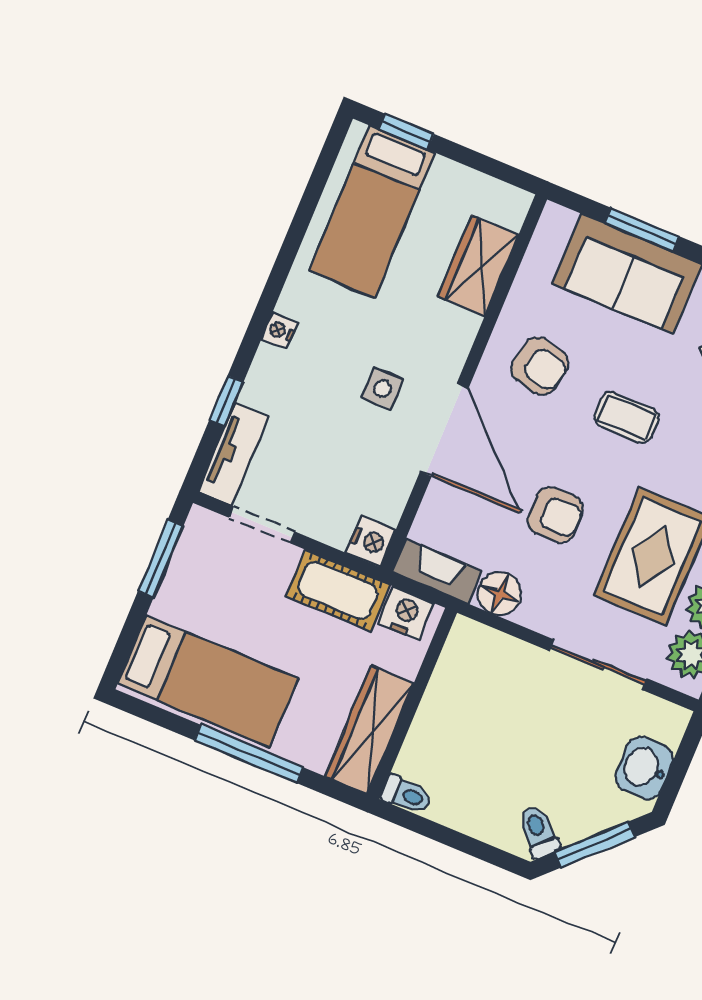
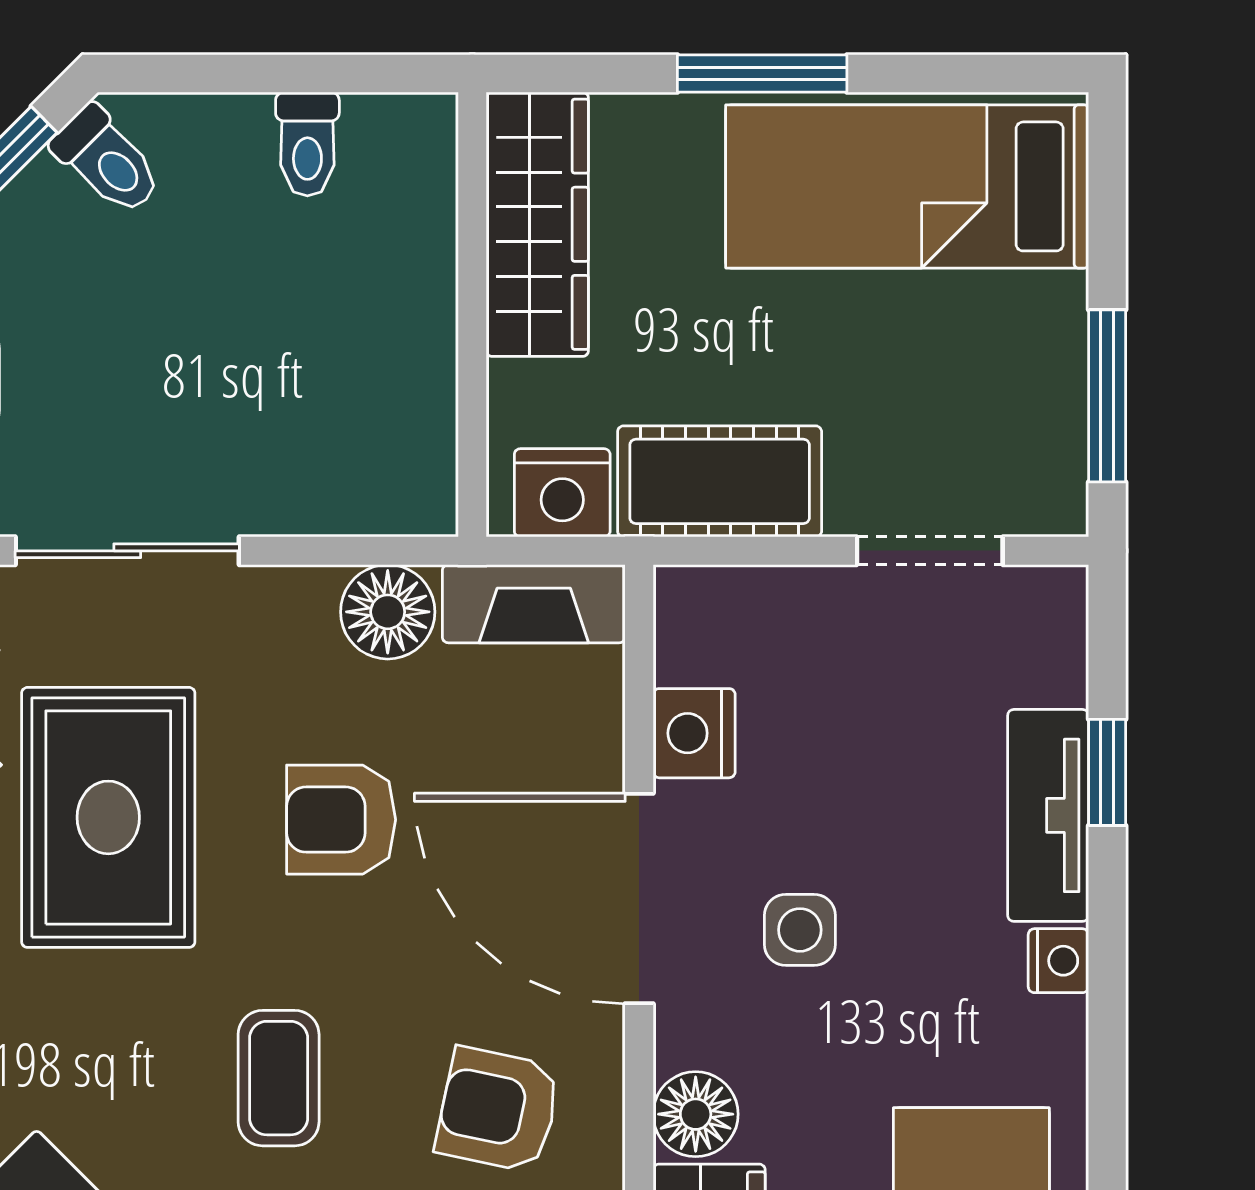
floor lamp: (458, 330) -> (696, 1114), added
coffee table: (627, 417) -> (279, 1078), turned 90
tv unit: (233, 454) -> (1048, 815), moved
nightstand: (371, 541) -> (694, 733), moved
window: (249, 754) -> (762, 73), width x0.69
toilet: (407, 795) -> (307, 144), moved, turned -90

